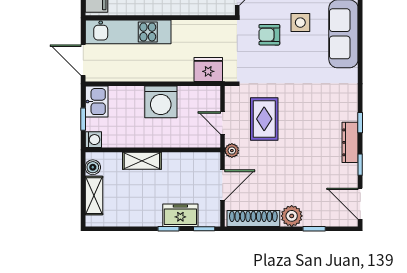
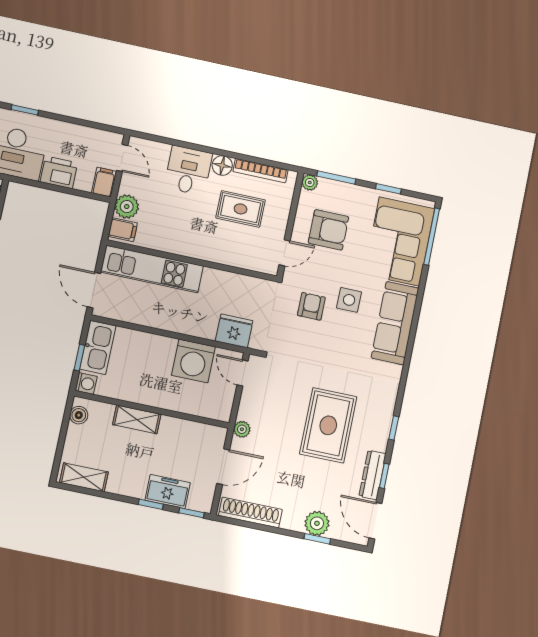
armchair: (269, 35) -> (311, 306), turned 90
kitchen sink: (97, 102) -> (98, 347), width x1.38
washing machine: (161, 102) -> (193, 361), moved
rug: (264, 119) -> (328, 425), moved, width x1.36, depth x1.43
door: (223, 123) -> (242, 373), moved
dresser: (350, 142) -> (373, 475), moved
shelving: (94, 196) -> (84, 477), moved, turned 90
plant: (292, 216) -> (317, 523), moved

